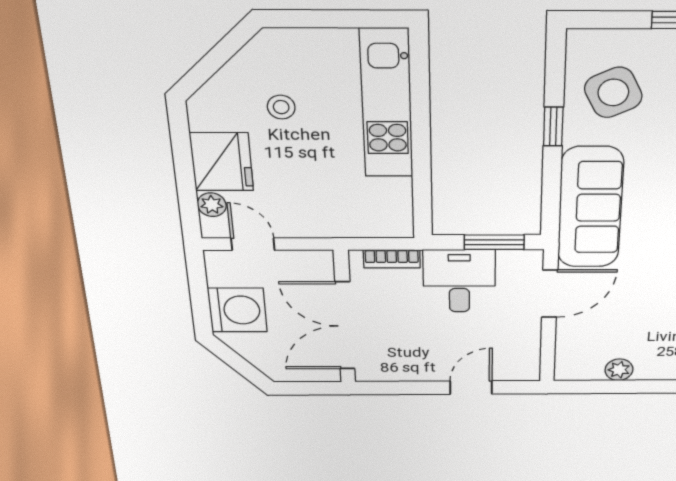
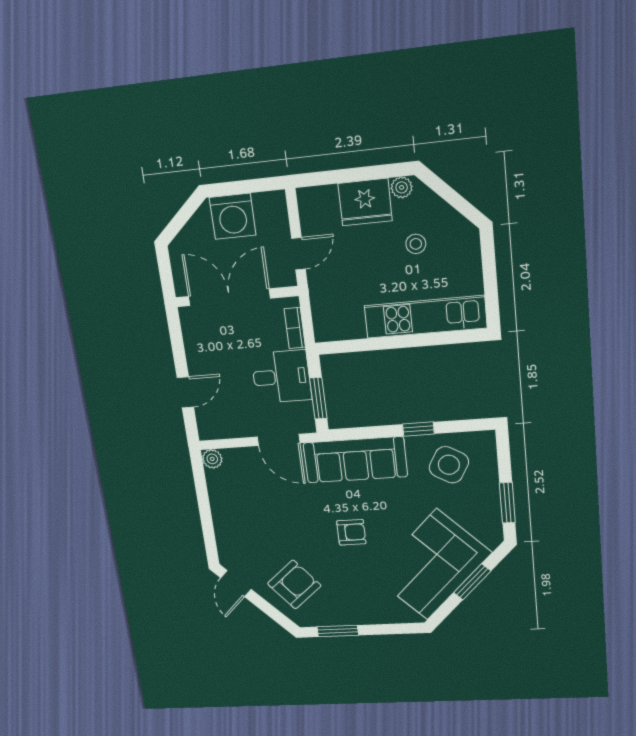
side table: (613, 92) -> (449, 465), turned -34
plant: (212, 205) -> (402, 187), moved
door: (253, 244) -> (298, 254), moved
plant: (619, 370) -> (212, 459), moved
door: (471, 387) -> (185, 392), hinge flipped

